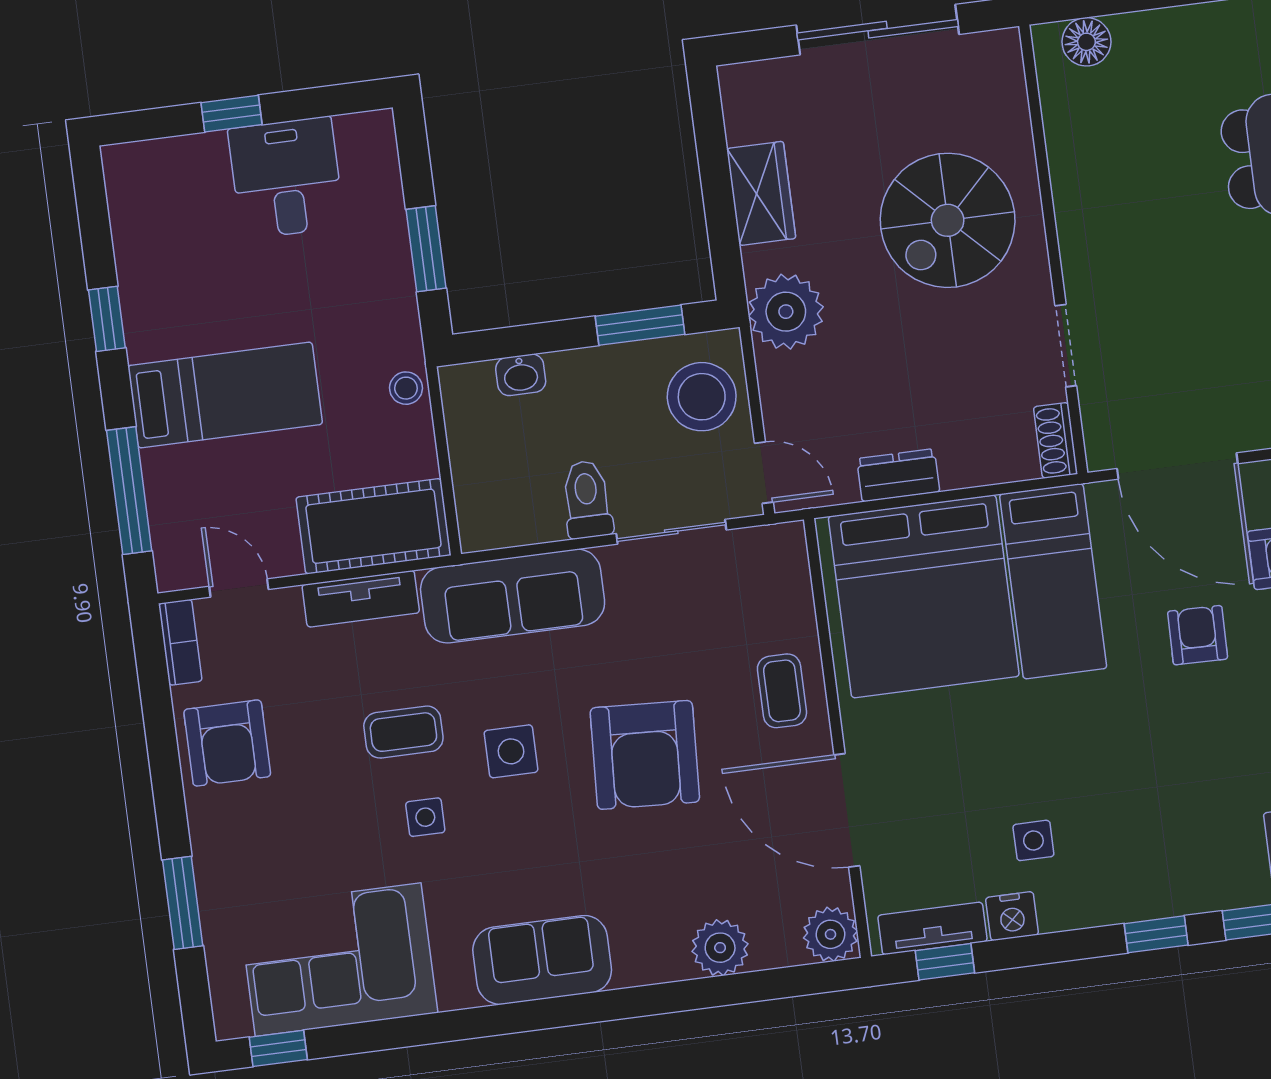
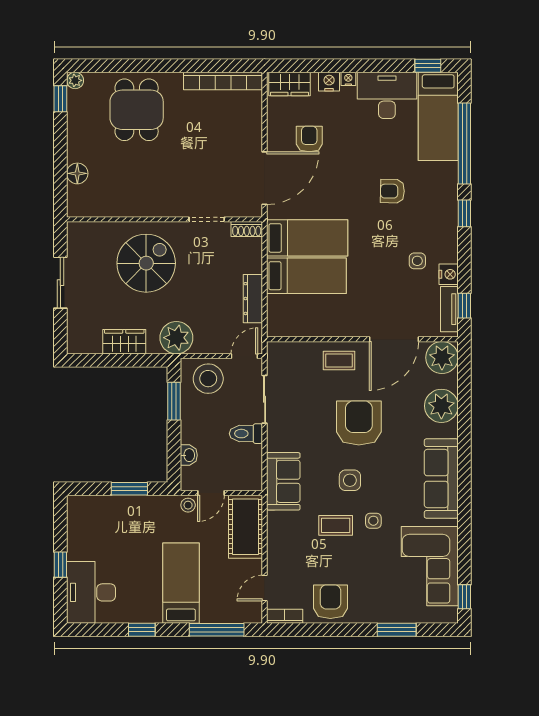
sliding door: (878, 30) -> (60, 283), width x0.73
floor lamp: (1086, 42) -> (77, 173), moved
desk: (286, 178) -> (91, 592), moved, width x1.37
spiral stairs: (948, 220) -> (146, 263), turned -90
door: (441, 437) -> (211, 493), added
dresser: (898, 475) -> (253, 299), width x1.44
sofa: (513, 596) -> (283, 481), width x0.73
bed: (924, 596) -> (306, 276), width x0.49
tv unit: (361, 599) -> (276, 536), removed
armchair: (1198, 635) -> (392, 191), moved
coffee table: (403, 732) -> (336, 525), turned 90
armchair: (227, 743) -> (330, 602), turned -90
armchair: (645, 755) -> (359, 423), turned -93
plant: (831, 934) -> (442, 358), width x1.36, depth x1.36
plant: (720, 948) -> (441, 406), width x1.36, depth x1.36
sofa: (542, 960) -> (441, 479), width x1.36

